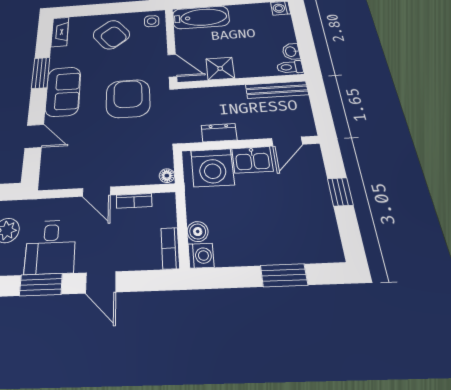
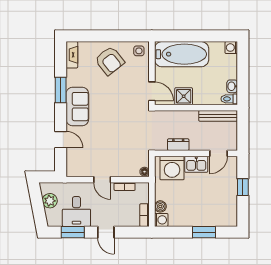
bathtub: (201, 17) -> (182, 54), width x1.36, depth x1.36
armchair: (128, 98) -> (121, 115), removed

